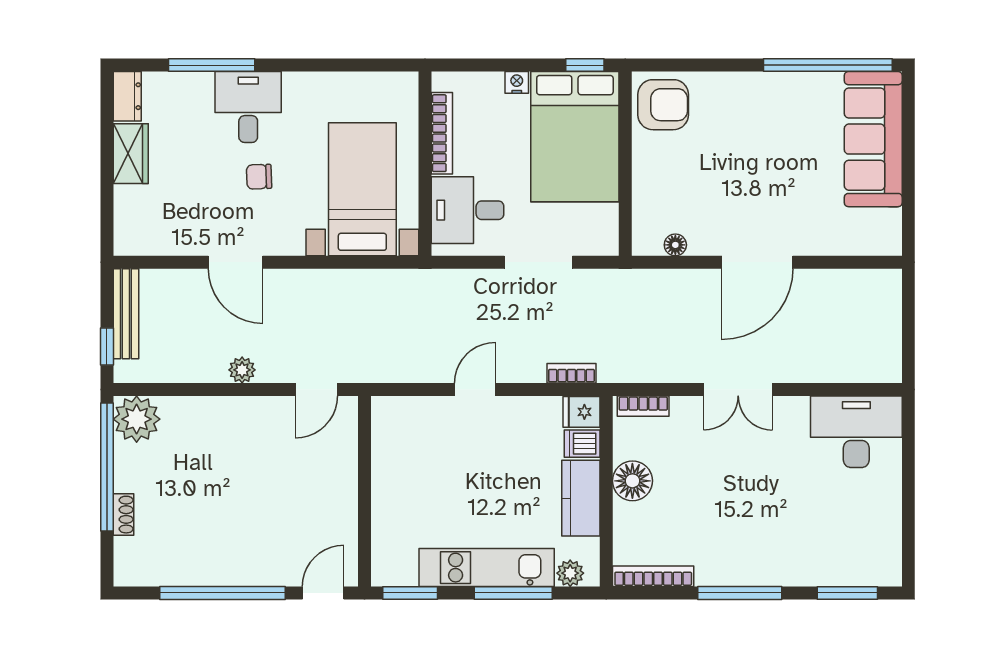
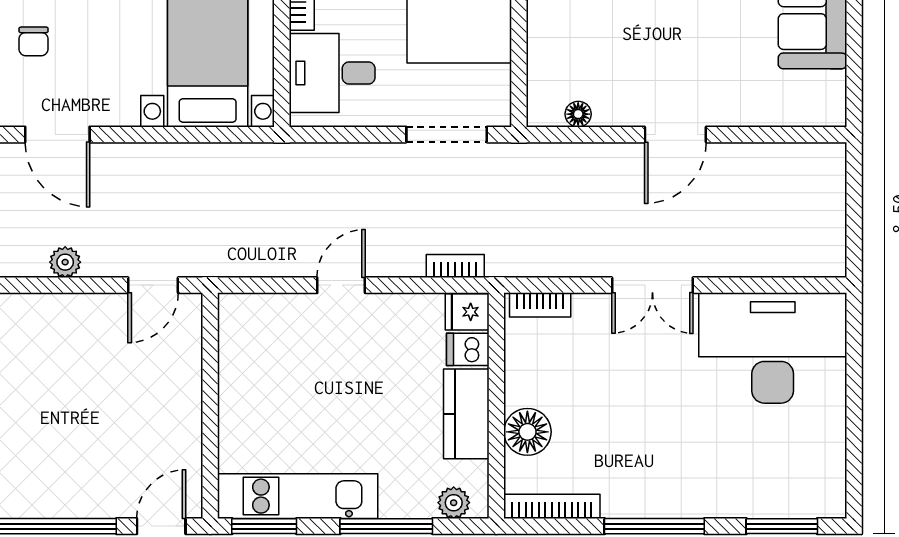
chair: (259, 177) -> (34, 41), moved, turned -88
doorway: (538, 262) -> (447, 135), moved
door: (757, 262) -> (675, 135), width x0.73
desk: (856, 432) -> (773, 348), width x1.36, depth x1.30
floor lamp: (632, 481) -> (527, 432), moved
kitchen unit: (487, 568) -> (298, 496), moved

